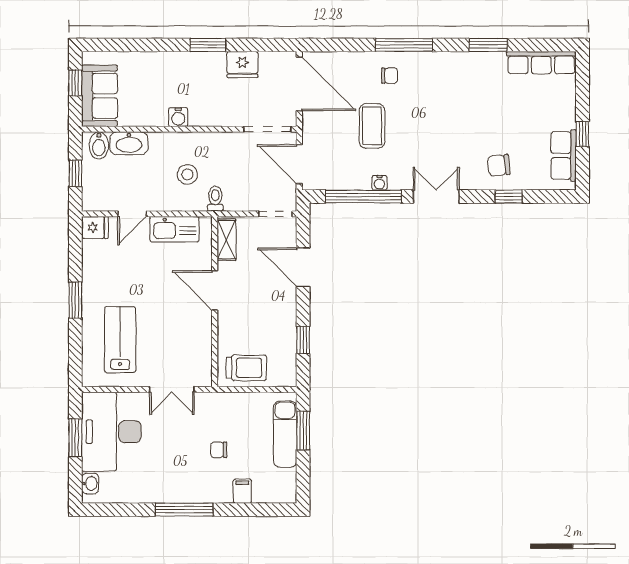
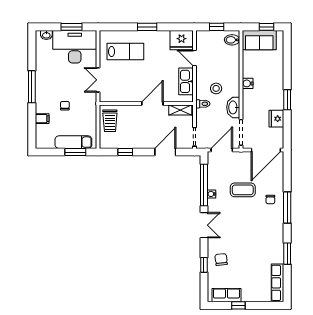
washbasin: (129, 143) -> (233, 107), moved
fridge: (95, 227) -> (182, 40), width x1.88, depth x1.34

